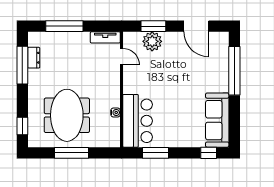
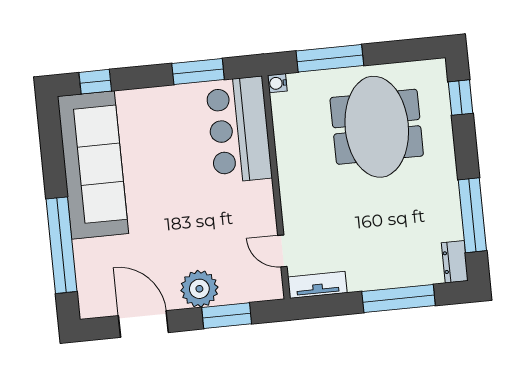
plant: (152, 41) -> (199, 289), moved
dresser: (34, 58) -> (455, 262), moved
water cooler: (115, 112) -> (277, 83), moved
sofa: (217, 120) -> (93, 165), width x1.36, depth x1.27
window: (72, 153) -> (330, 58), moved

